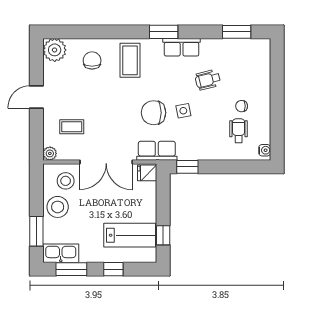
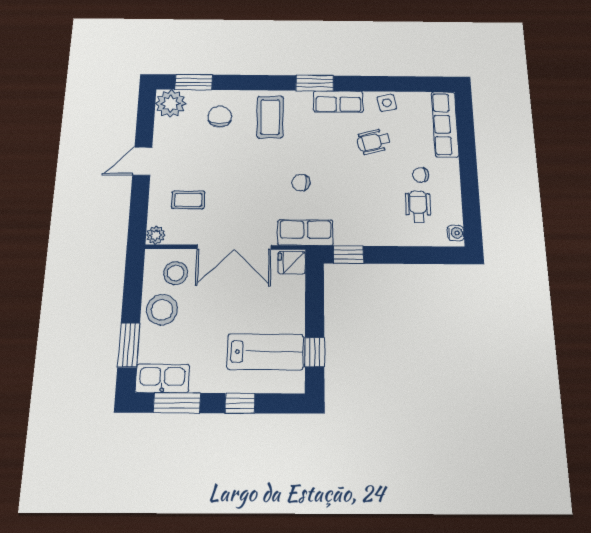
window: (237, 32) -> (194, 82), moved
row of seats: (262, 65) -> (445, 124), added
side table: (183, 111) -> (387, 103), moved
chair: (154, 113) -> (301, 183), width x0.54, depth x0.54

